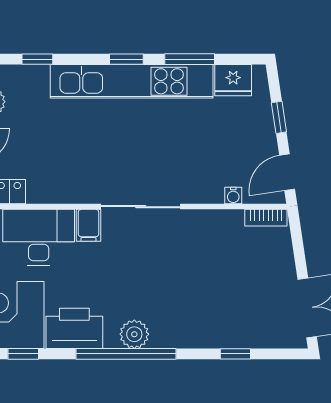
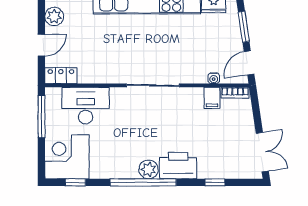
window: (279, 117) -> (244, 27), width x1.50
filing cabinet: (89, 225) -> (212, 98), moved
printer: (74, 328) -> (178, 166), moved

